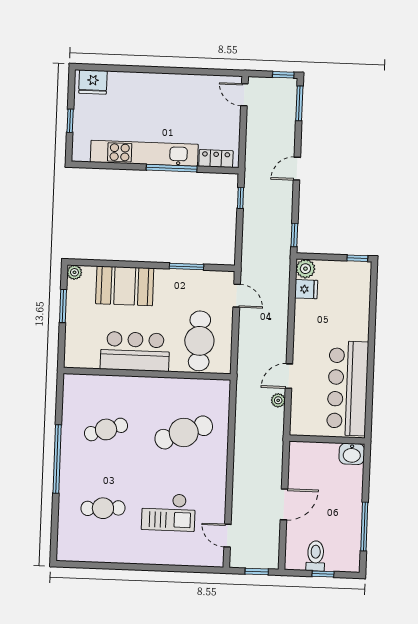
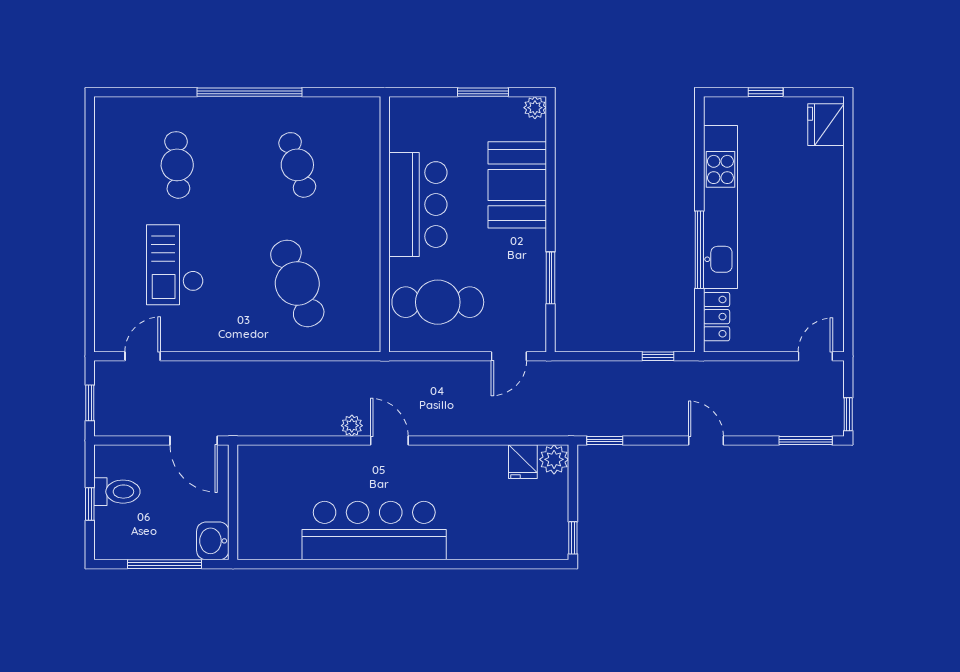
wall: (327, 440) -> (233, 502), moved
washbasin: (352, 454) -> (213, 541), moved

